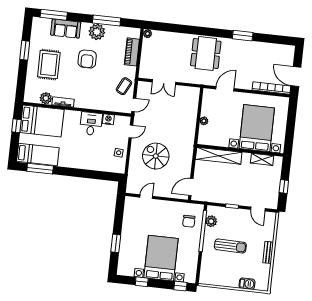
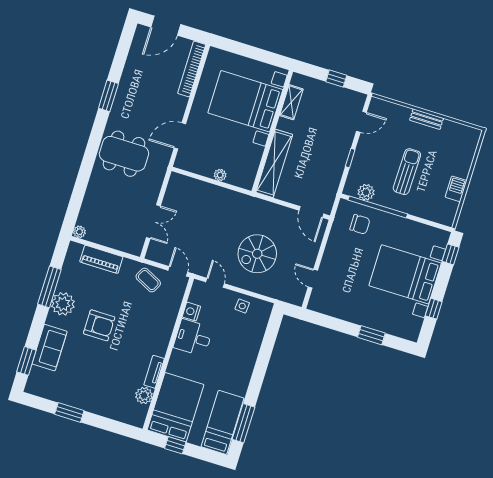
window: (54, 15) -> (26, 361), width x0.69
rug: (49, 65) -> (97, 382), removed
door: (296, 77) -> (166, 26), moved
door: (225, 89) -> (180, 136), hinge flipped
barbecue: (247, 284) -> (456, 189), moved

